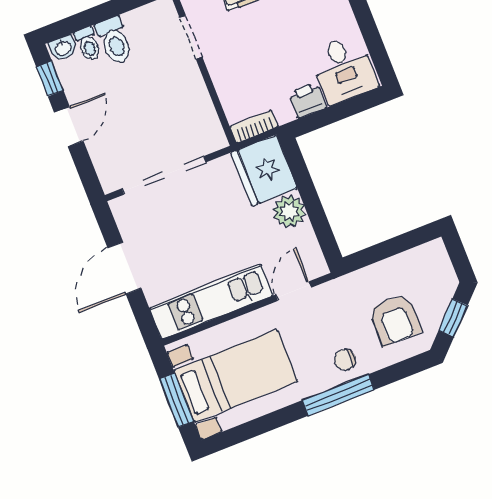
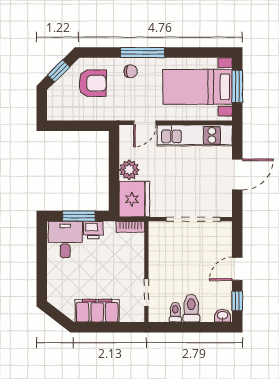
toilet: (88, 44) -> (175, 312), moved
window: (337, 112) -> (79, 216), added
armchair: (395, 320) -> (93, 83), turned 90

